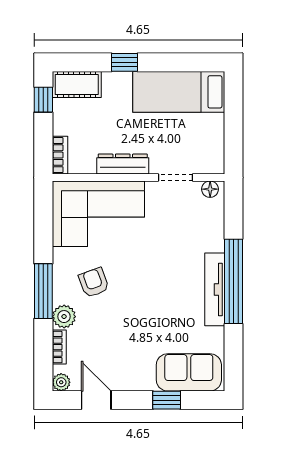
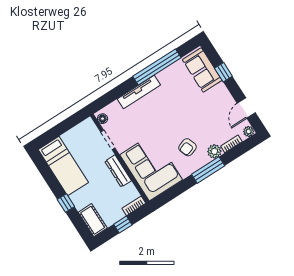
window: (43, 100) -> (123, 225), moved
window: (234, 281) -> (157, 67), moved
tv unit: (215, 289) -> (139, 92), moved

